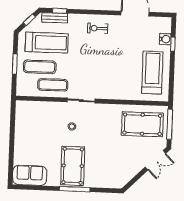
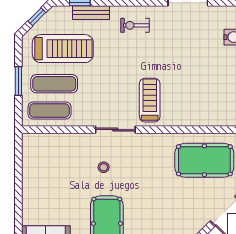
bench: (55, 18) -> (91, 13), moved
treadmill: (152, 73) -> (150, 100), moved, width x0.73, depth x0.73
exercise mat: (53, 85) -> (49, 111), moved

